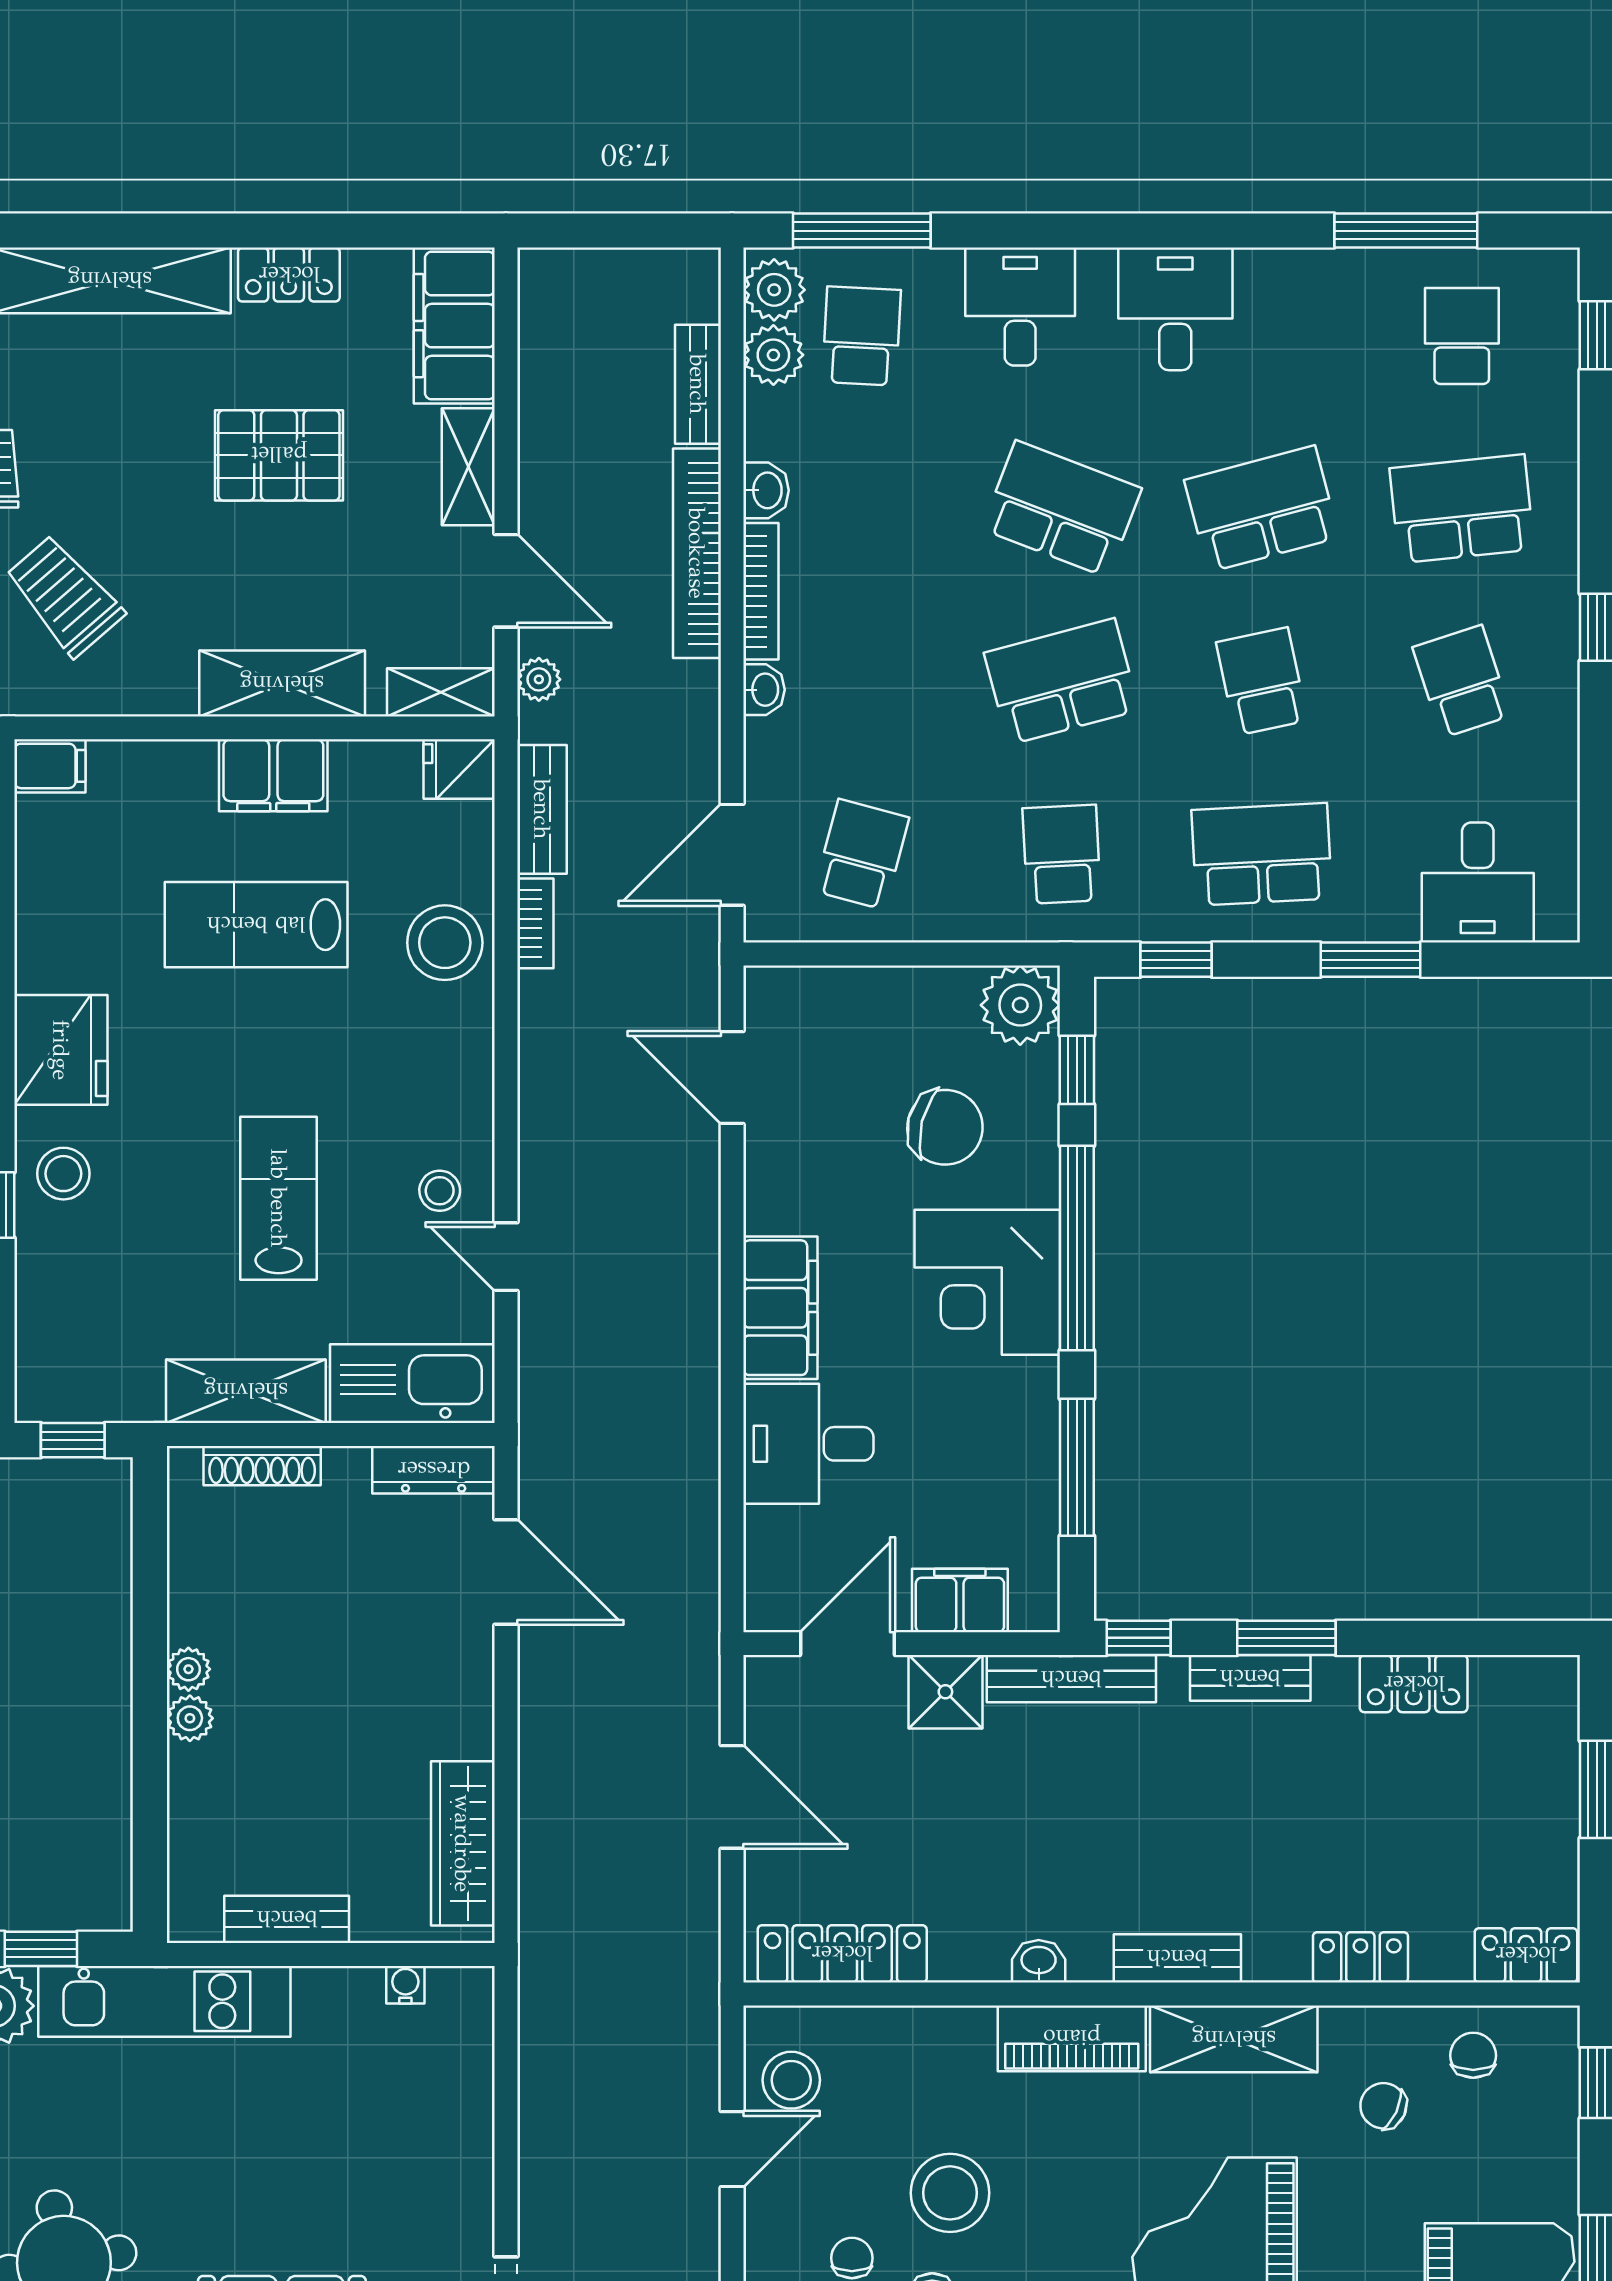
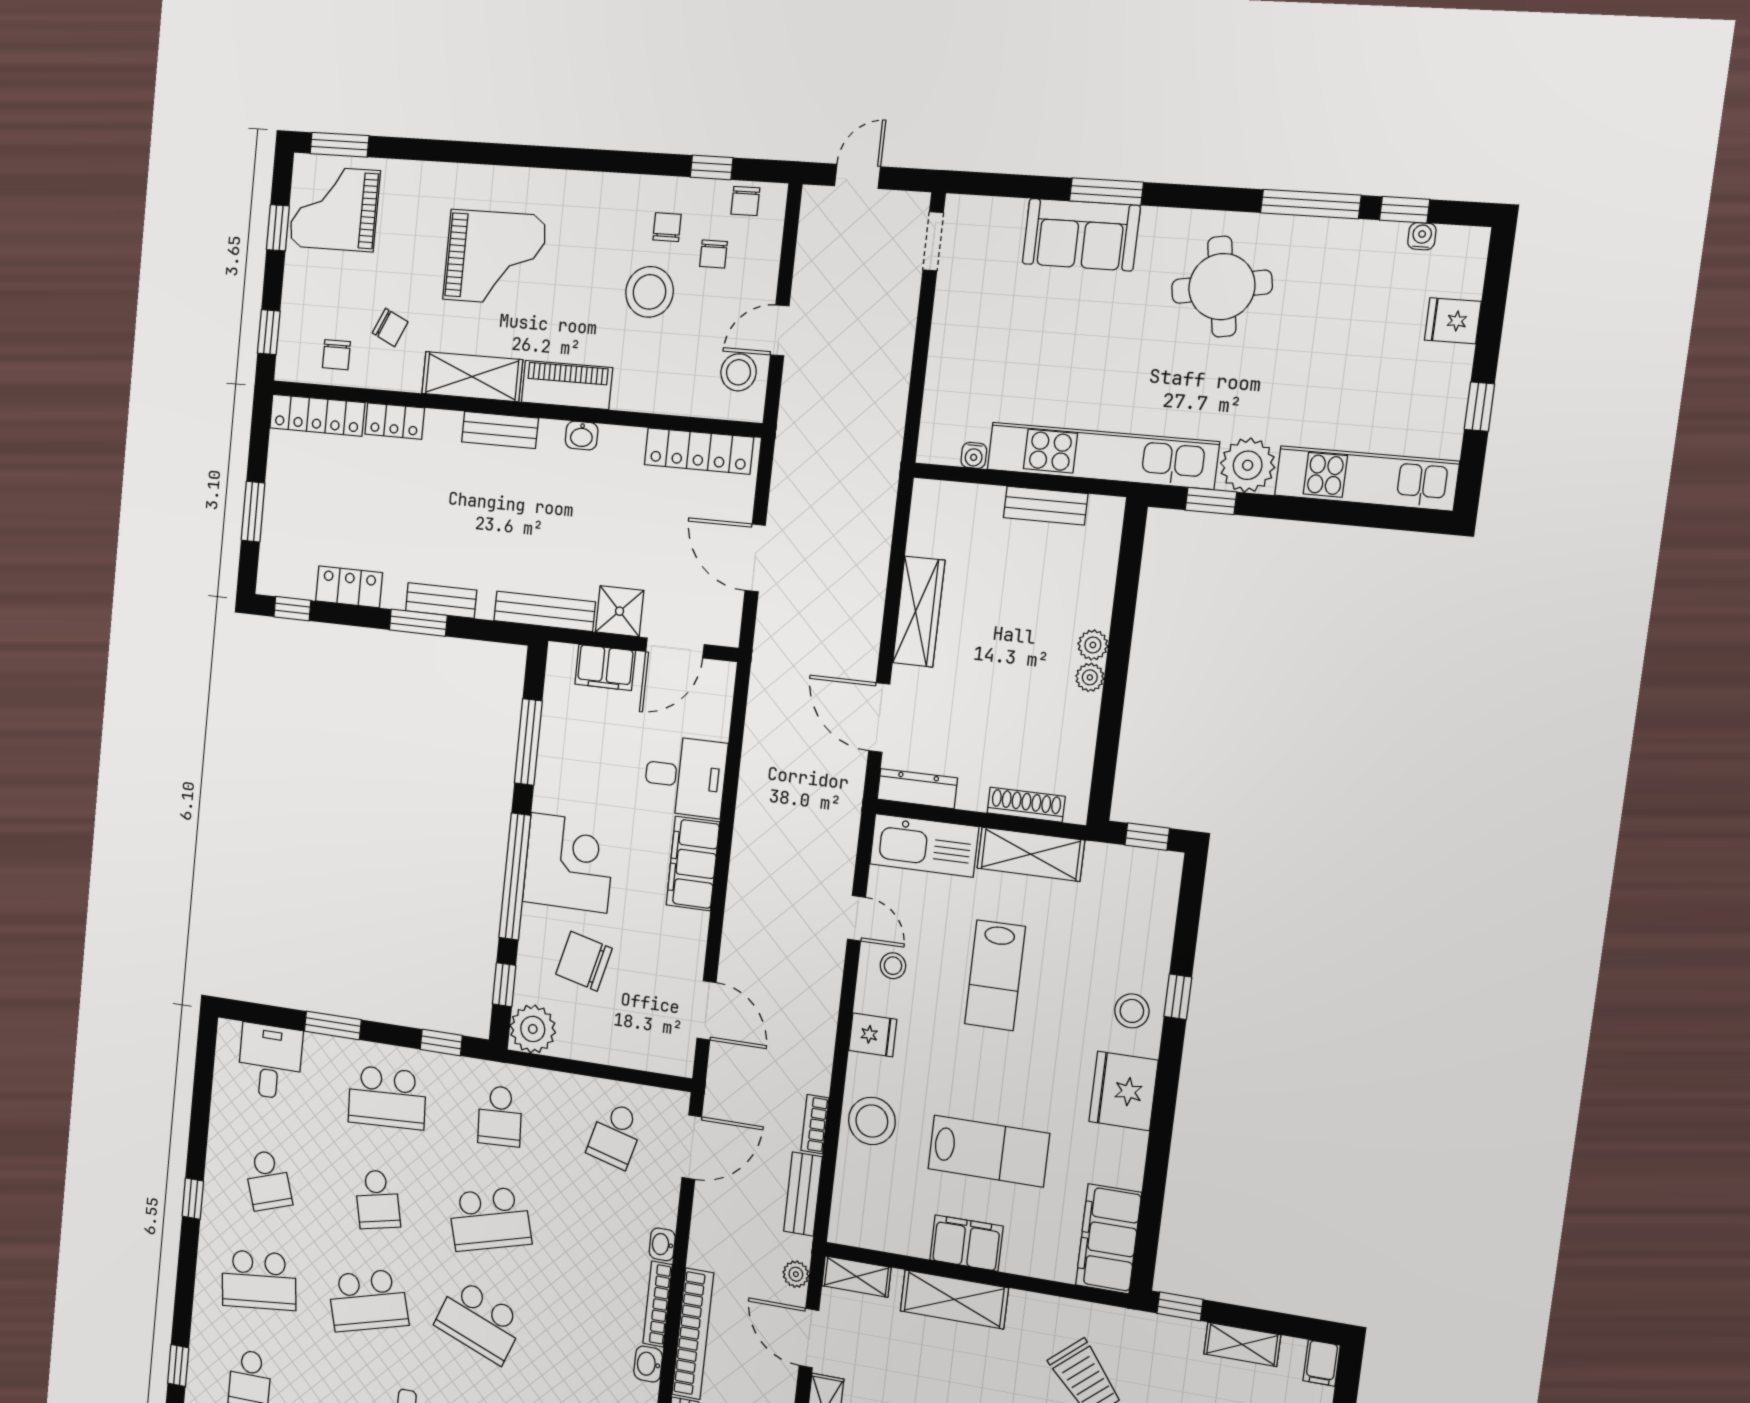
filing cabinet: (50, 766) -> (1108, 1239), width x3.00, depth x1.17
fridge: (459, 769) -> (873, 1035), moved
window: (1139, 1638) -> (292, 609), moved
wardrobe: (463, 1843) -> (919, 612), moved
locker: (1526, 1955) -> (317, 415), width x1.53
kitchen unit: (164, 2001) -> (1102, 456), width x1.36

